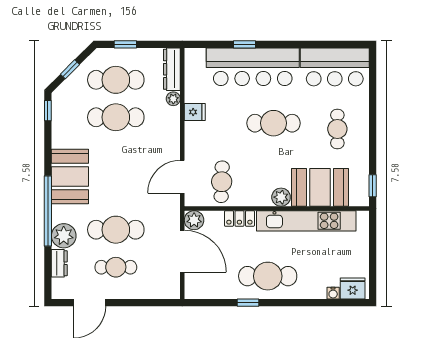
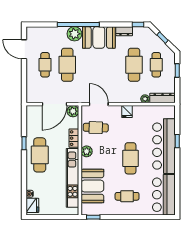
cafe table: (116, 80) -> (156, 65), width x0.73, depth x0.74
fridge: (195, 112) -> (127, 112), moved
plant: (281, 197) -> (87, 151), moved
plant: (64, 236) -> (74, 34), moved
dresser: (59, 263) -> (124, 31), moved

